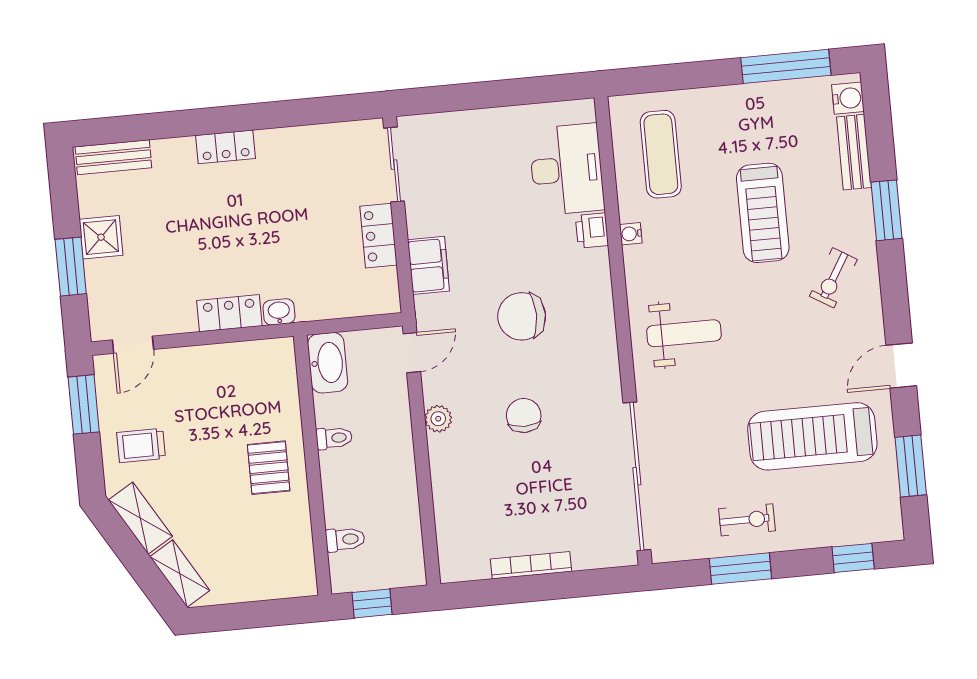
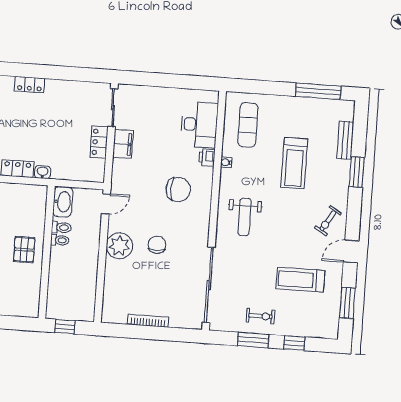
water cooler: (848, 98) -> (347, 112), removed
filing cabinet: (429, 265) -> (123, 144), moved
exercise bike: (833, 278) -> (328, 221), moved
chair: (522, 316) -> (178, 189), moved, turned 180
weight bench: (684, 333) -> (245, 217), turned 90
plant: (438, 419) -> (119, 246), width x1.88, depth x1.88
treadmill: (812, 436) -> (300, 280), width x0.73, depth x0.73
toilet: (345, 539) -> (61, 227), moved
window: (853, 558) -> (294, 343), moved

